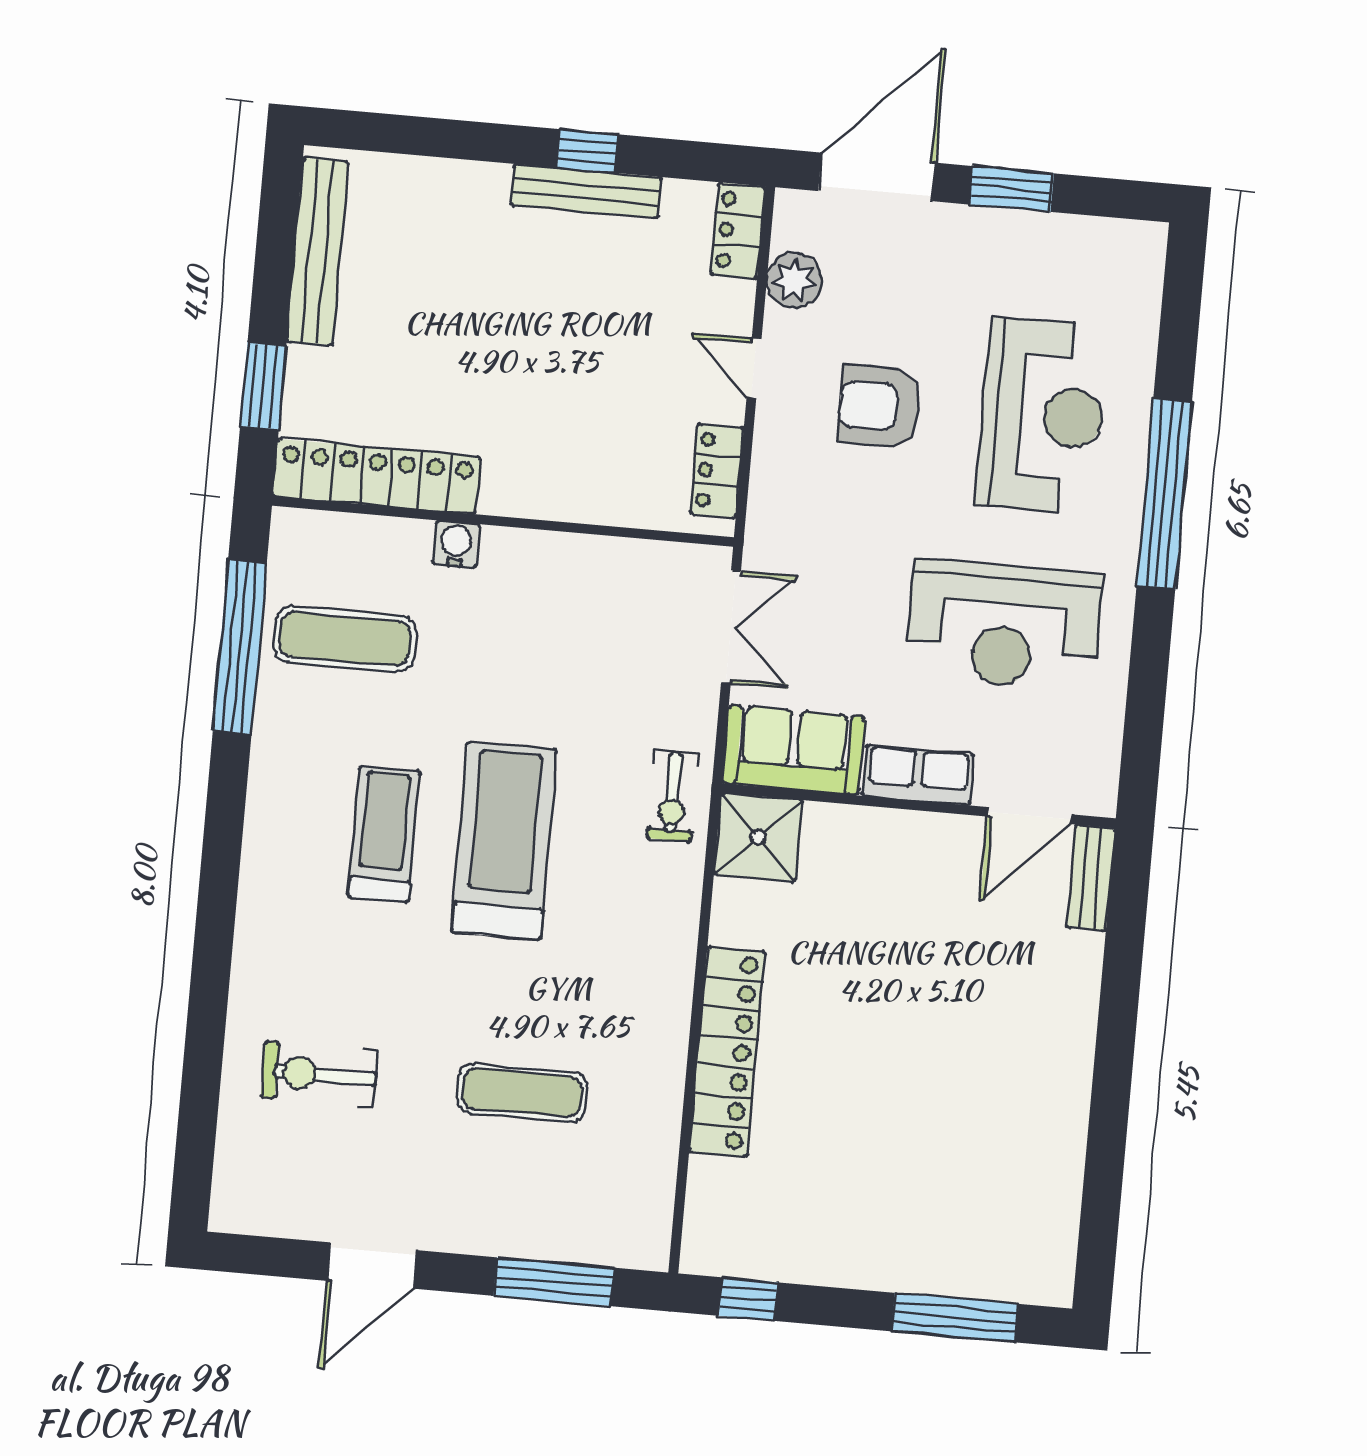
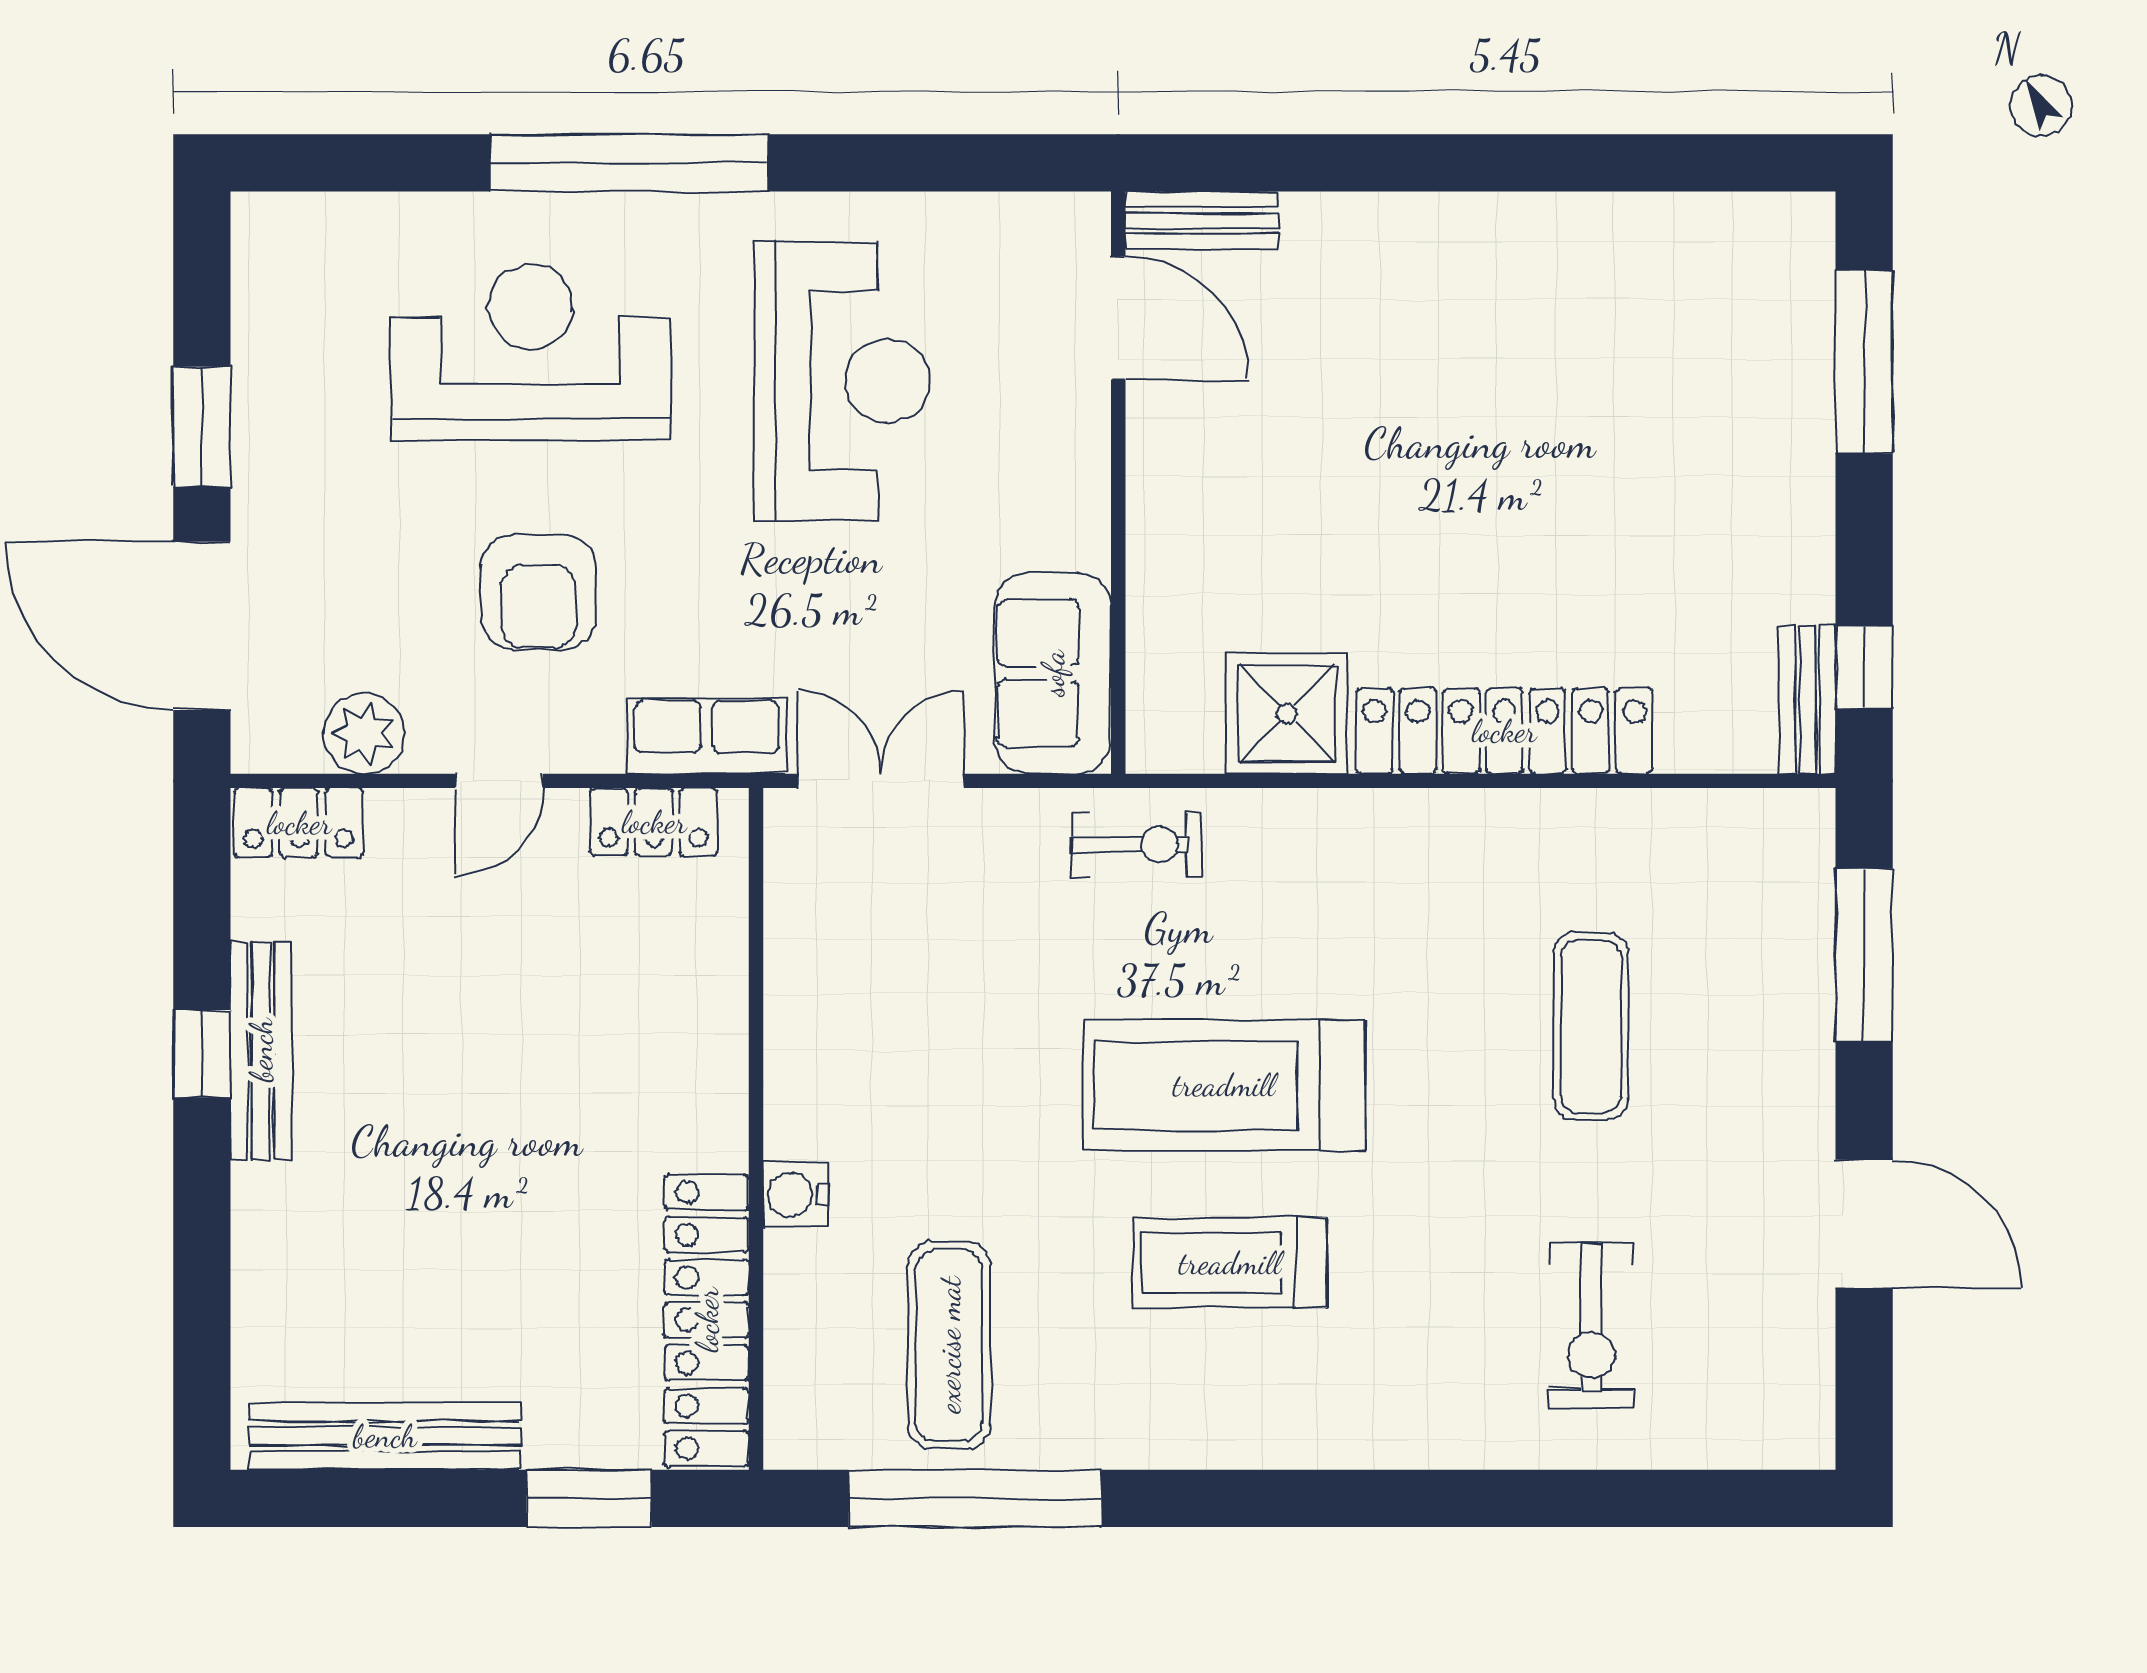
row of seats: (918, 775) -> (707, 736), moved, turned 90
shower: (758, 837) -> (1287, 714), moved
bench: (730, 1259) -> (1807, 699), added

